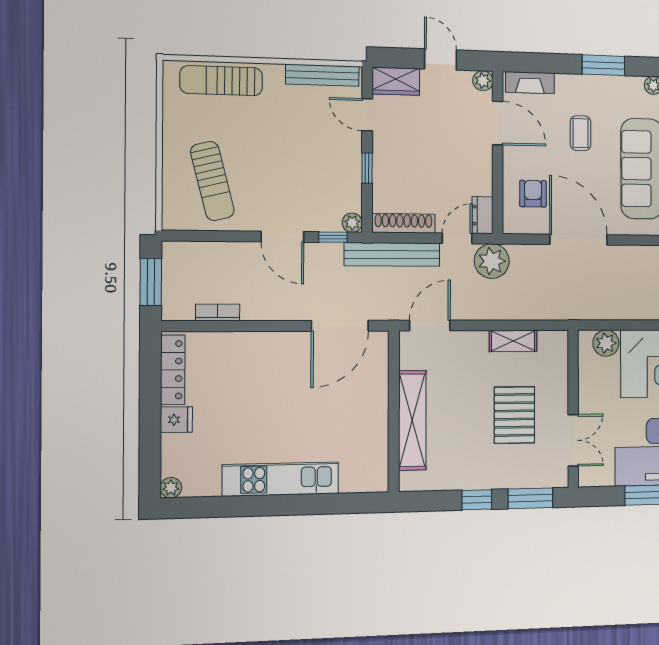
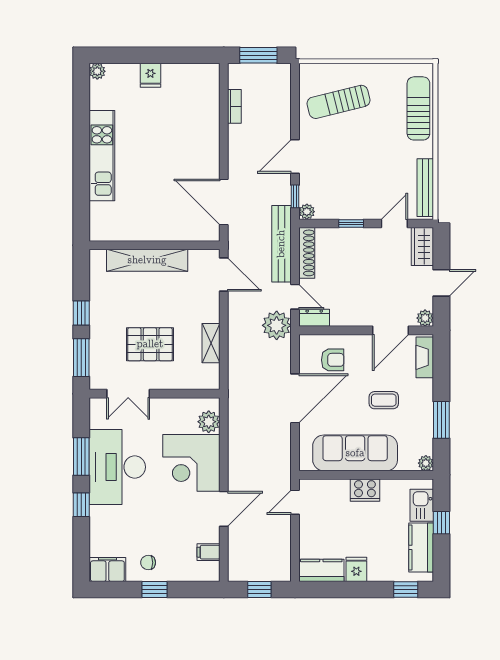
locker: (173, 370) -> (190, 72), removed

